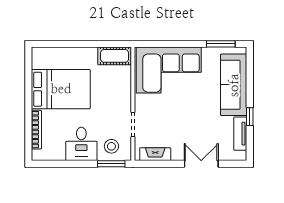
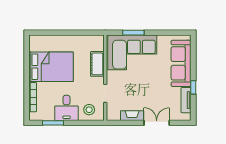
window: (221, 44) -> (133, 33), moved
cot: (115, 56) -> (97, 64), moved, turned 90
fireplace: (155, 154) -> (132, 116), moved
window: (111, 164) -> (53, 123), moved

